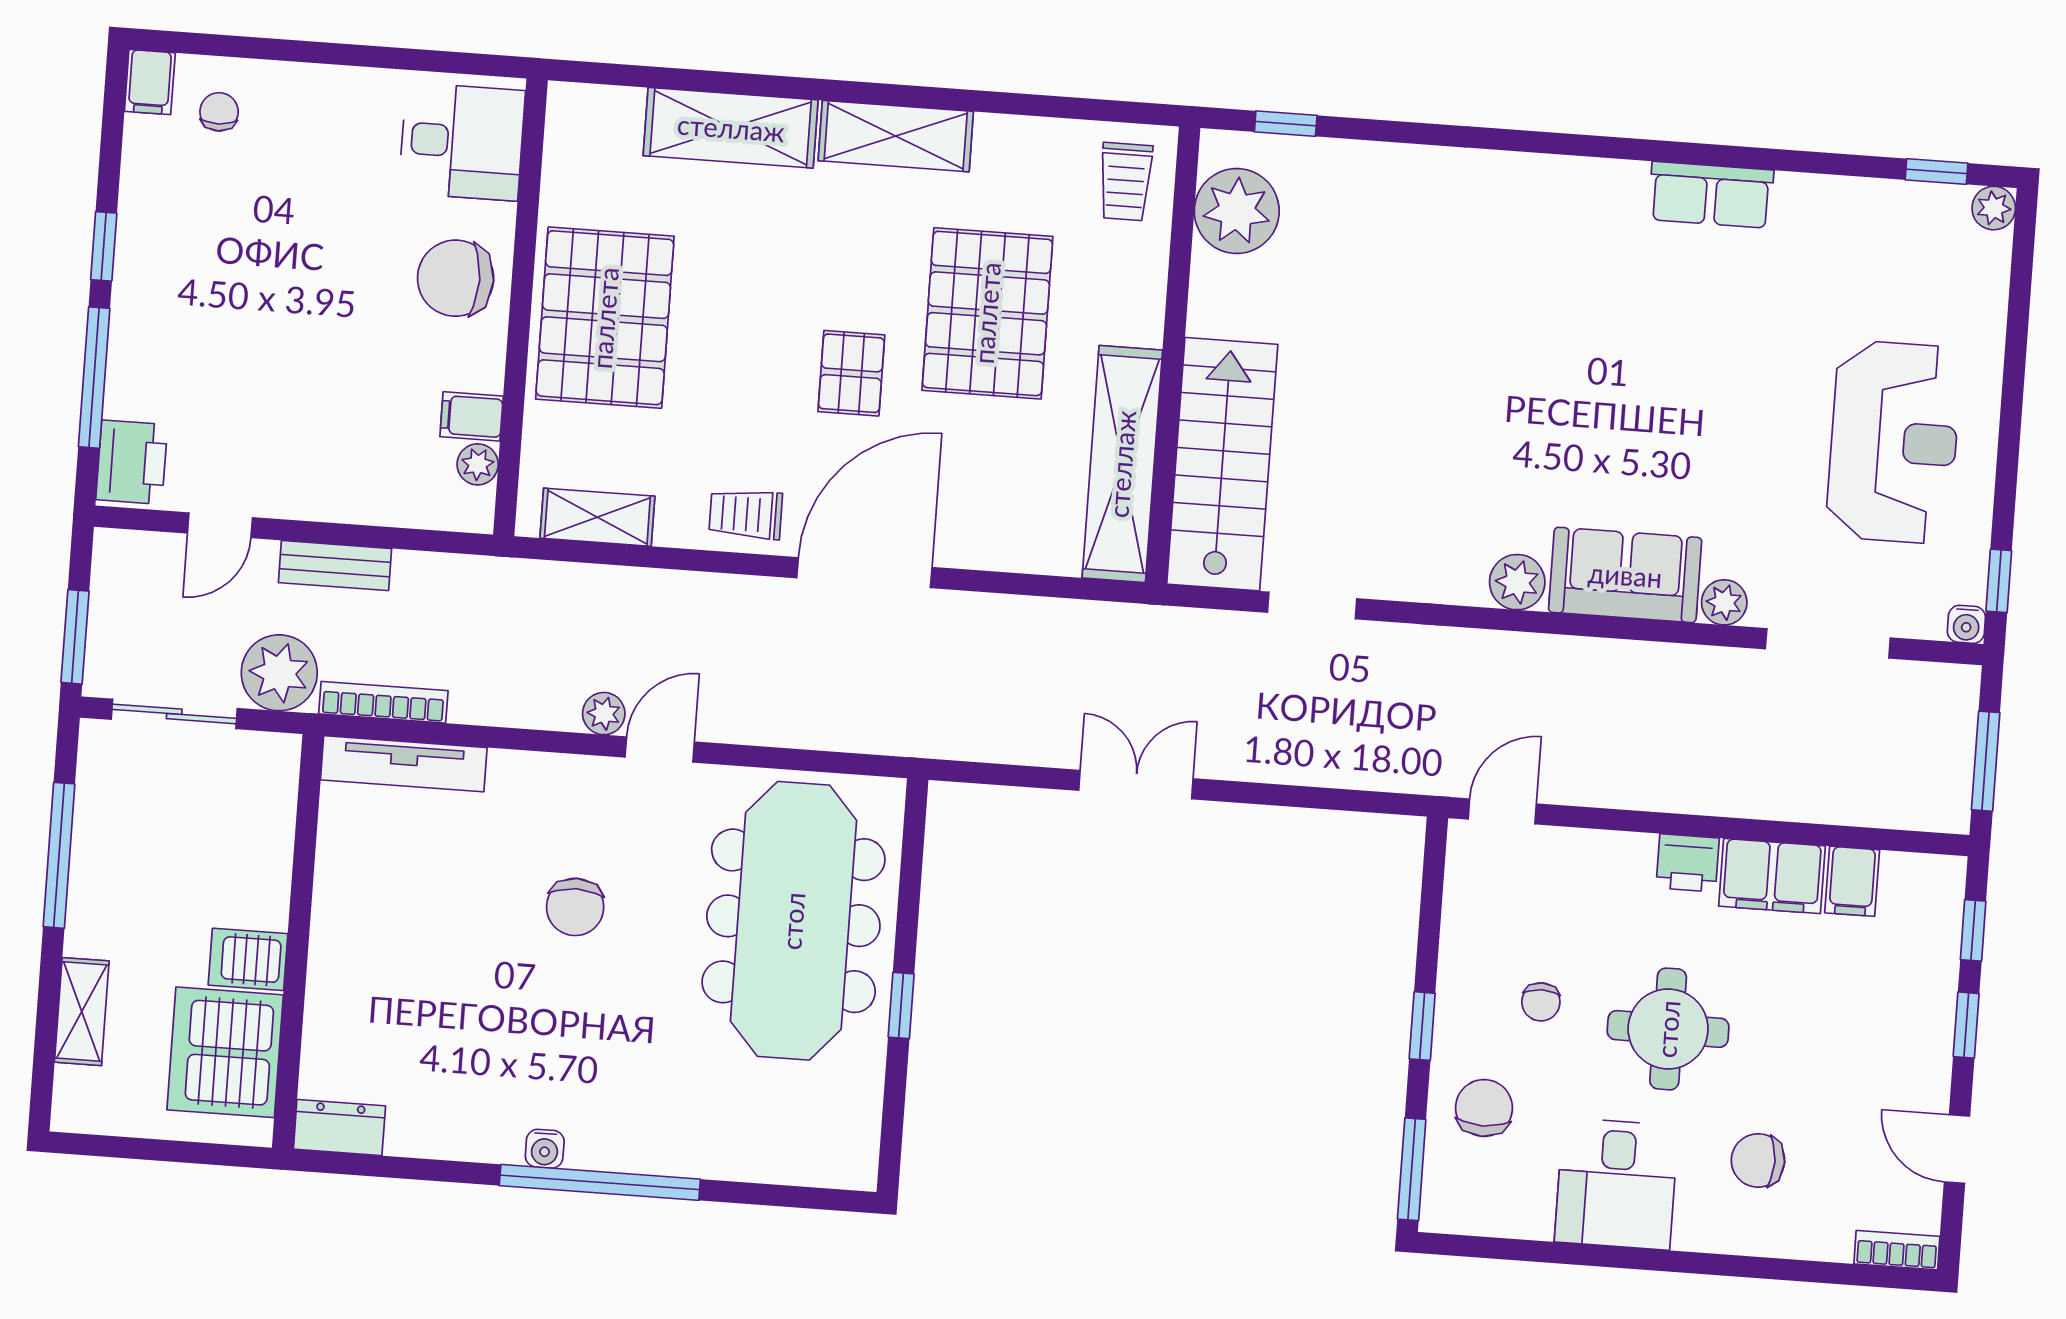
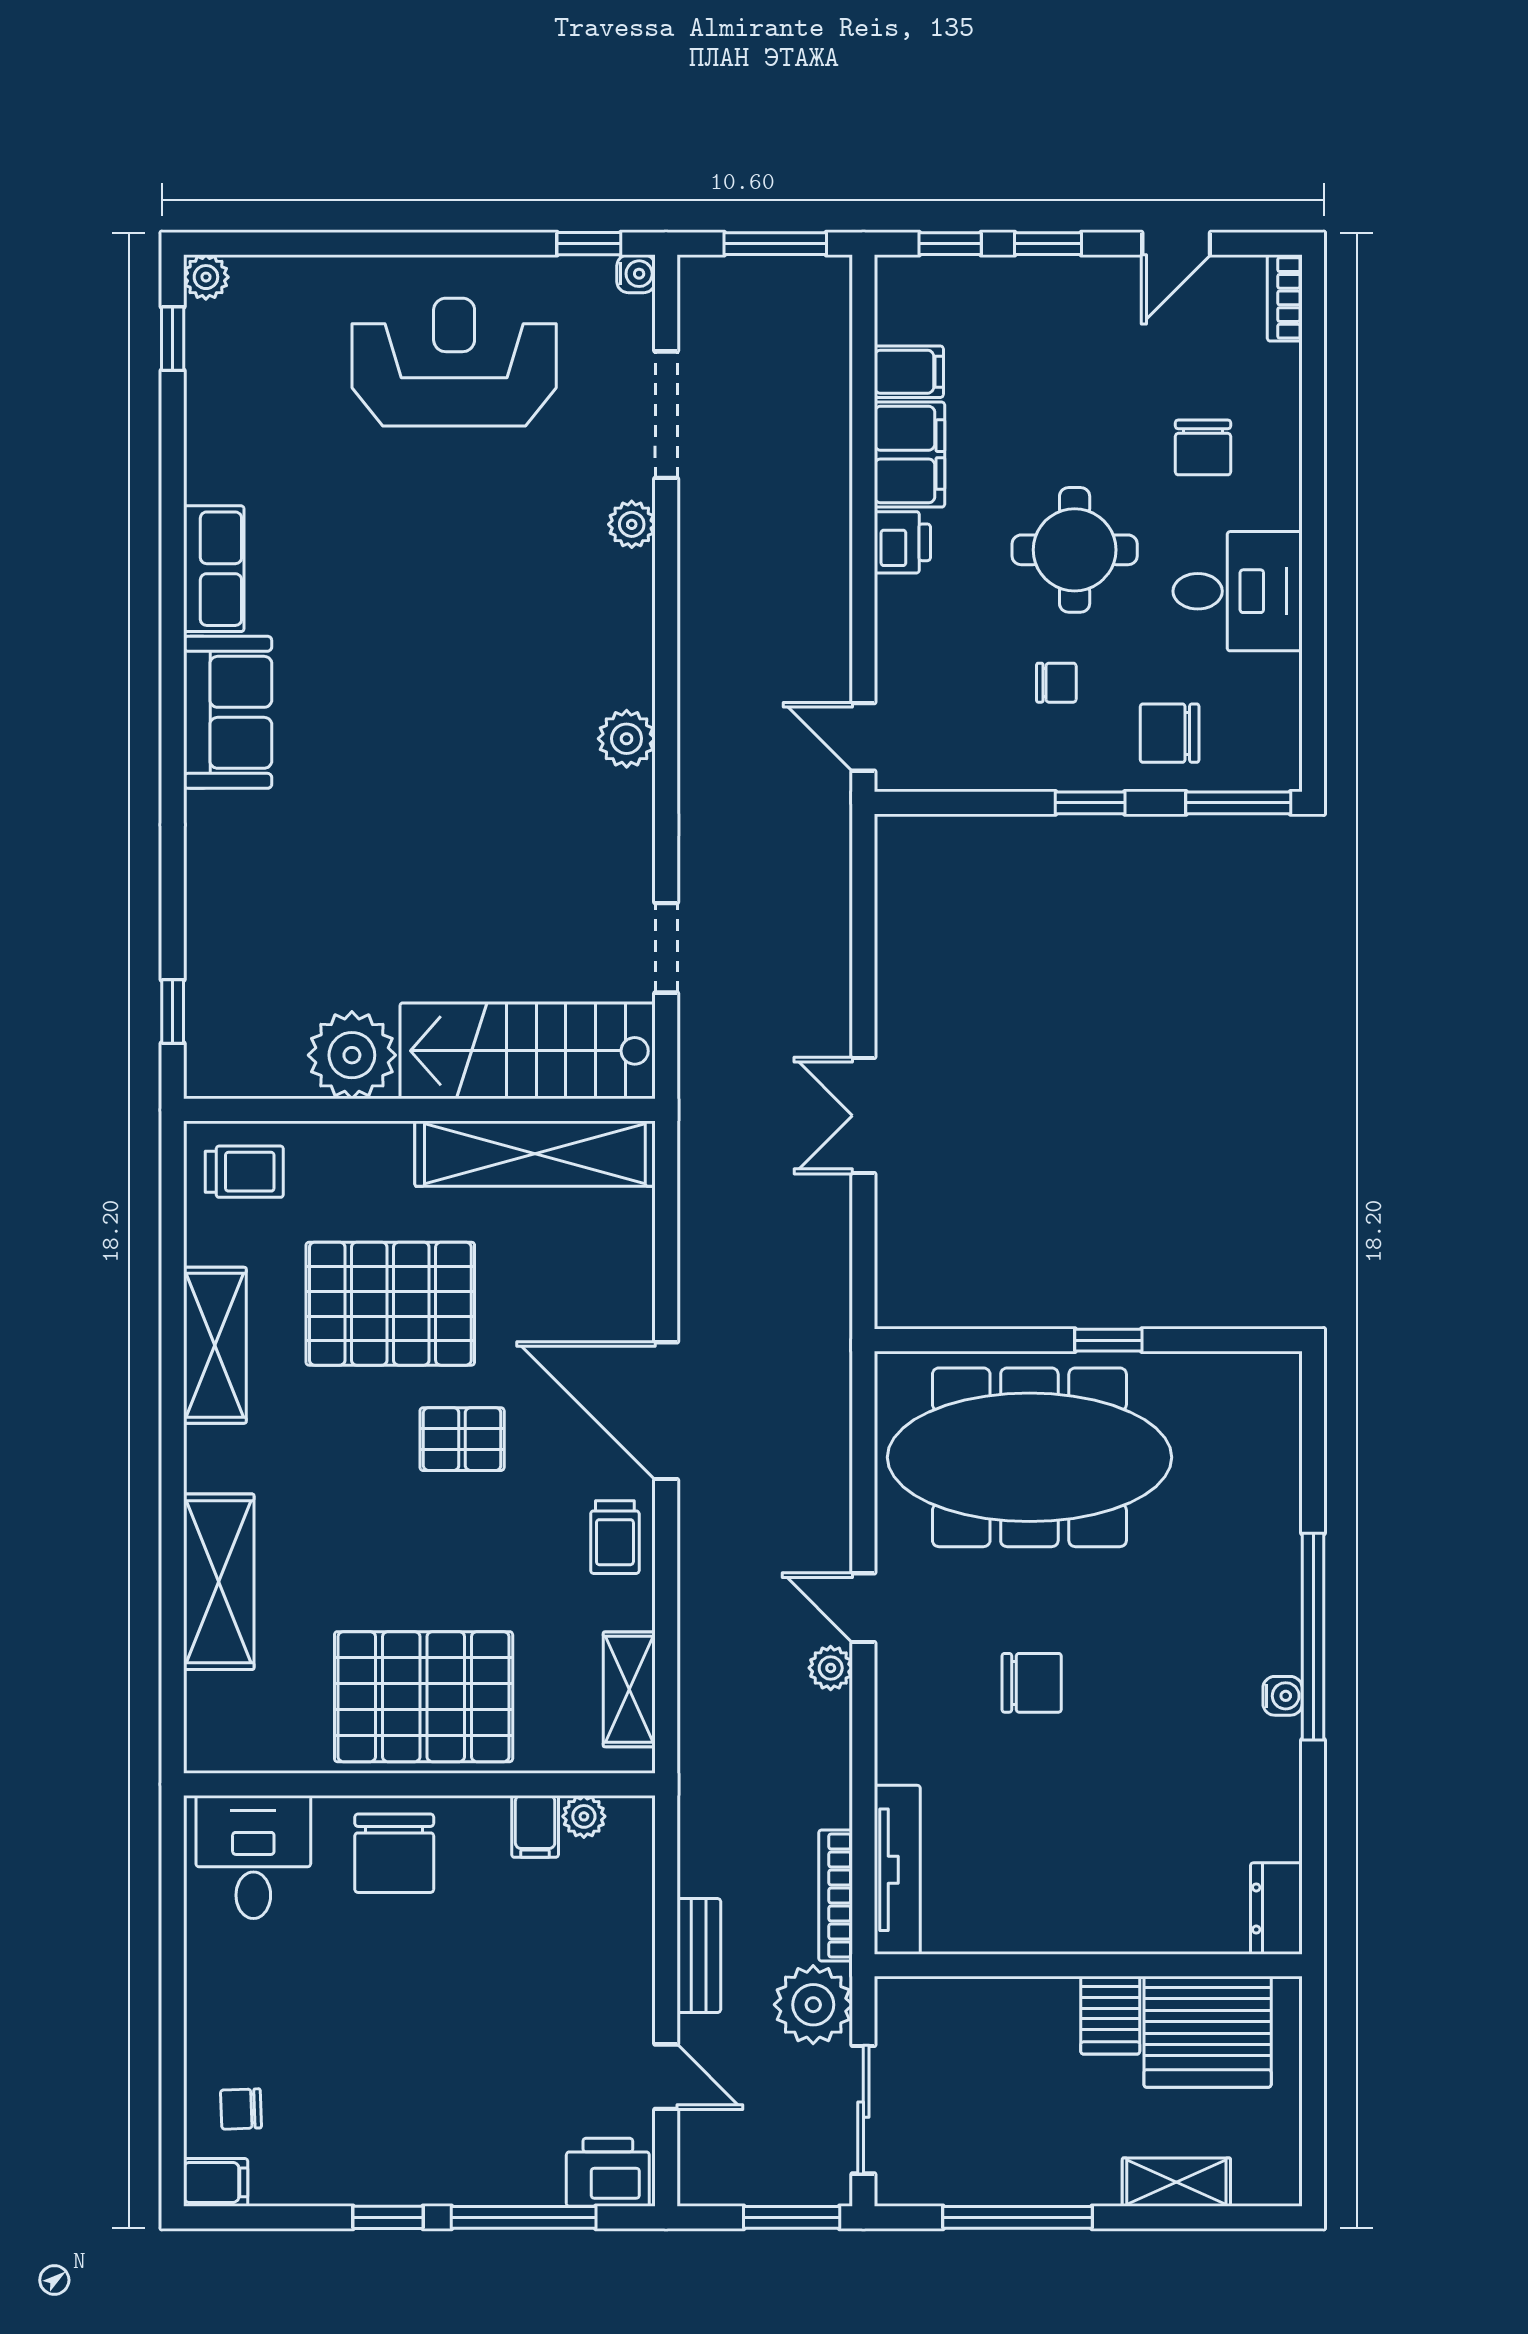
shelving: (896, 136) -> (215, 1345), moved
plant: (1237, 211) -> (352, 1055), moved
sofa: (1625, 575) -> (228, 712), moved, turned 180

